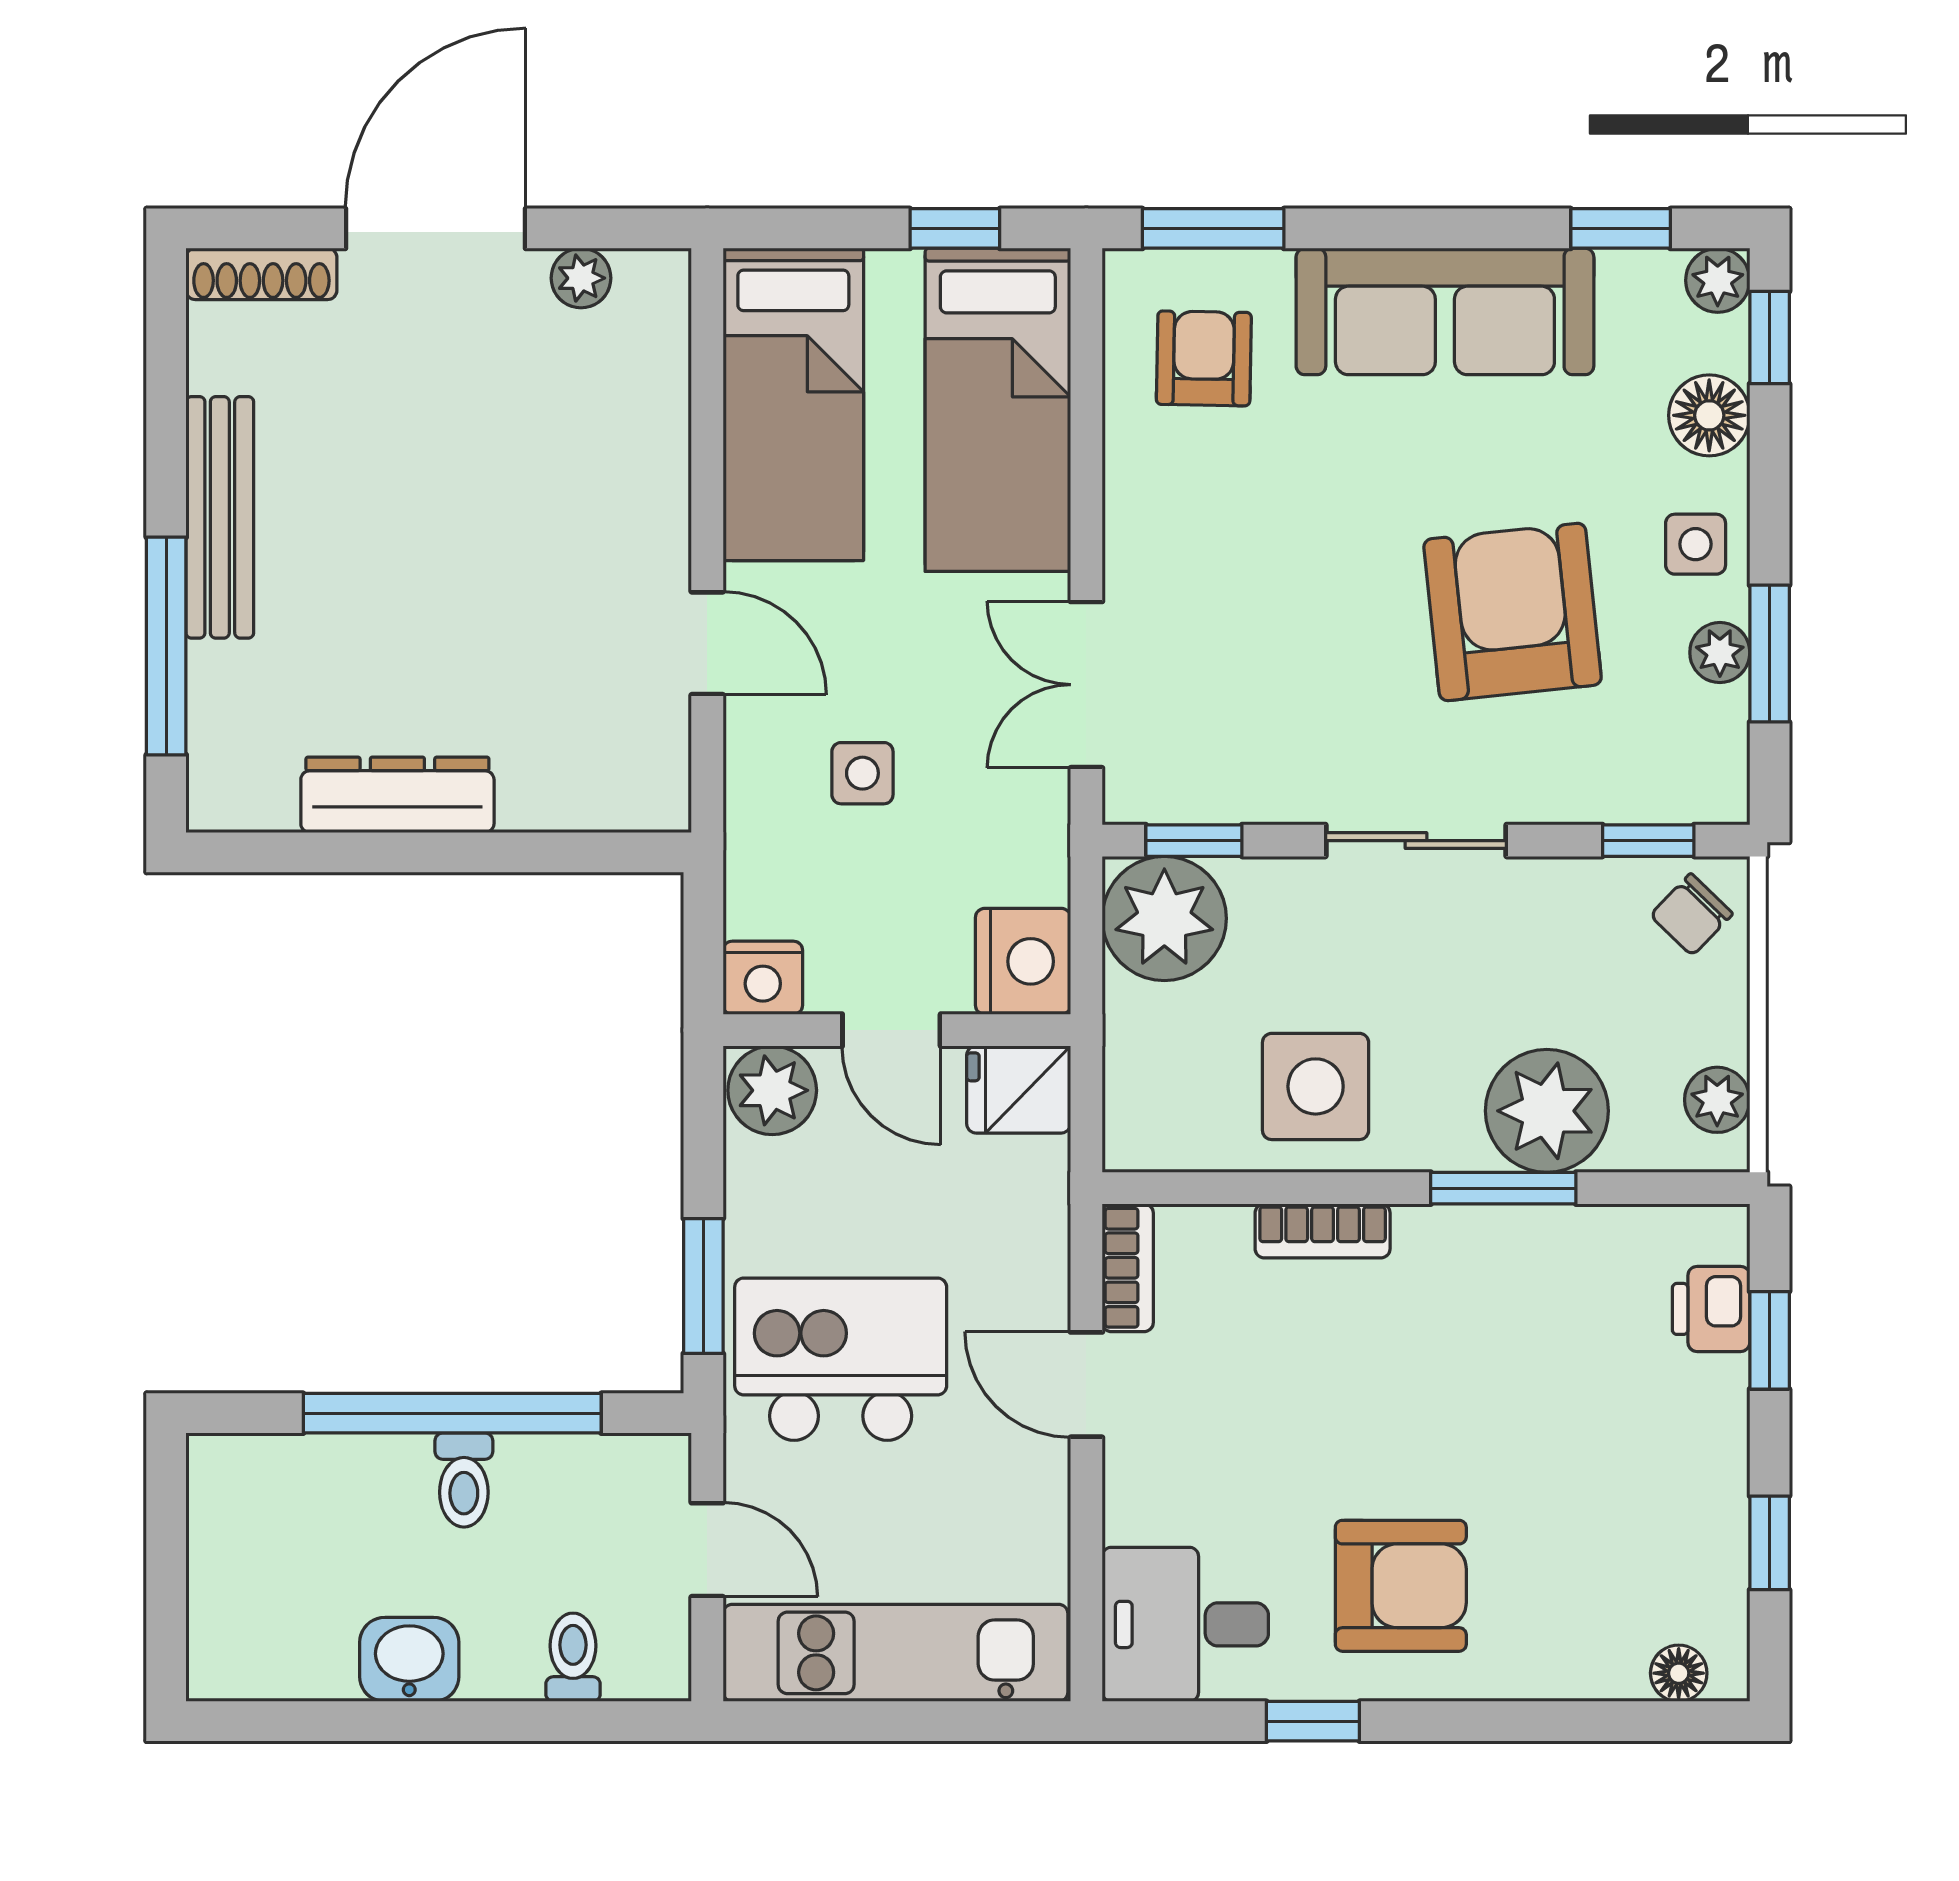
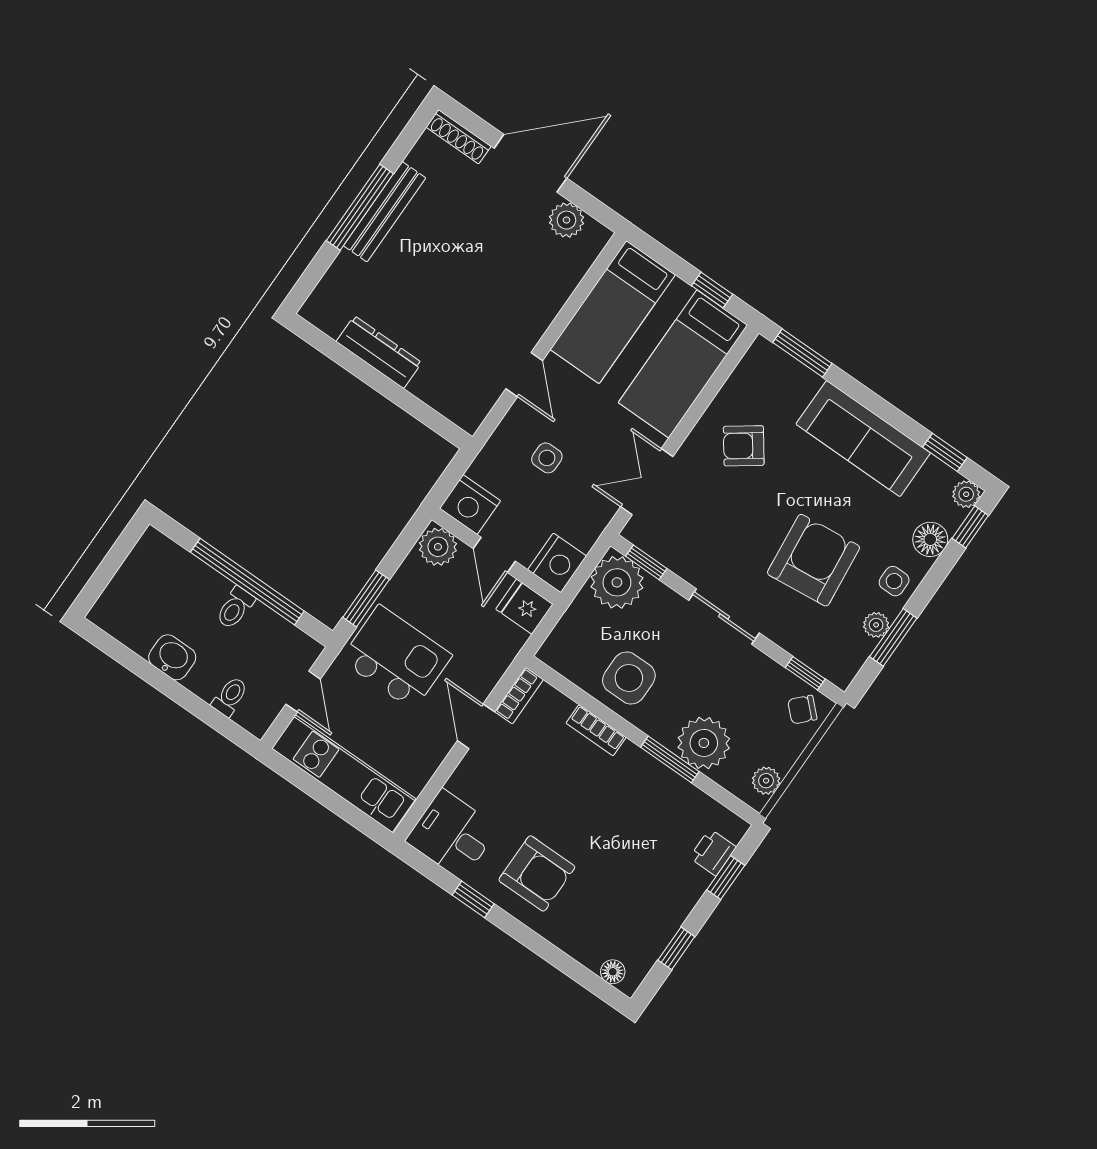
plant: (581, 278) -> (566, 220), width x1.38, depth x1.38
armchair: (1204, 358) -> (744, 446), moved, turned -127
window: (166, 646) -> (360, 207), moved
nightstand: (763, 978) -> (470, 504), width x1.36, depth x1.33

